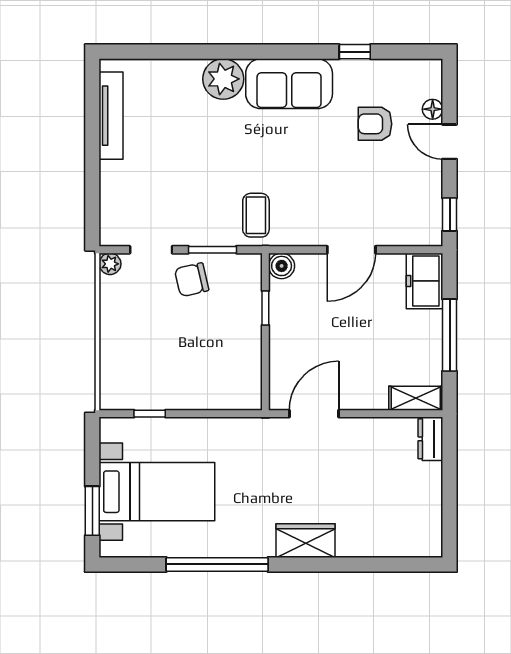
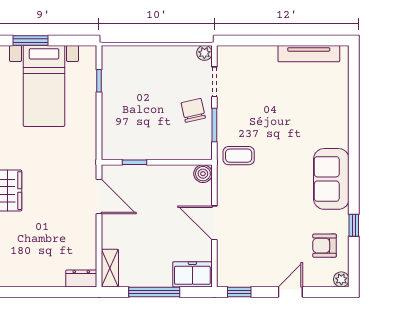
plant: (223, 79) -> (341, 279), moved, width x0.53, depth x0.53
floor lamp: (433, 109) -> (313, 280), removed
armchair: (375, 124) -> (325, 246), moved, turned -90
window: (265, 308) -> (134, 162), moved

